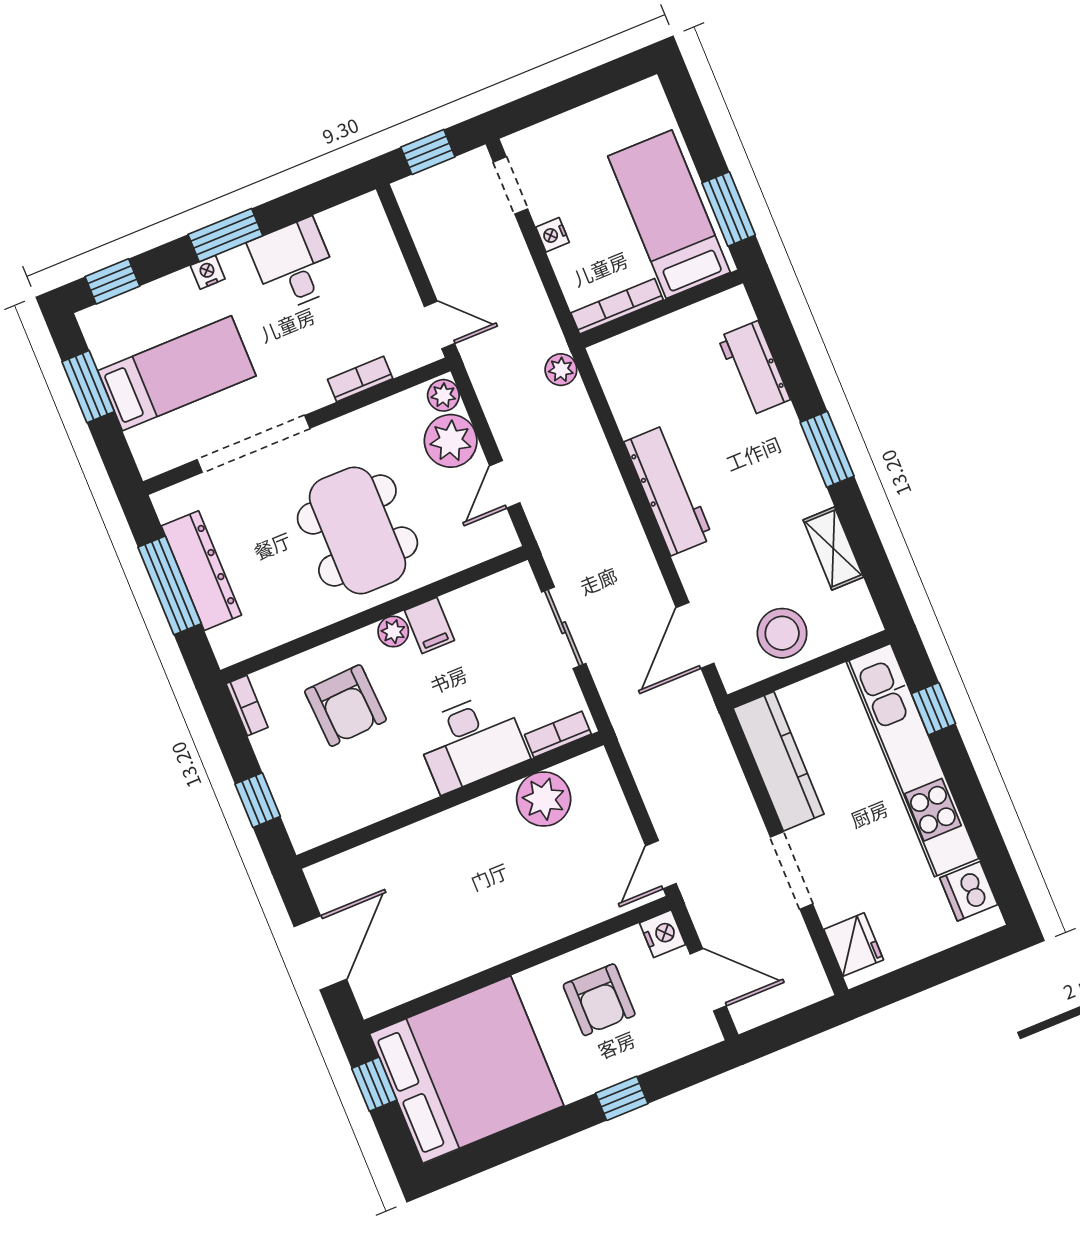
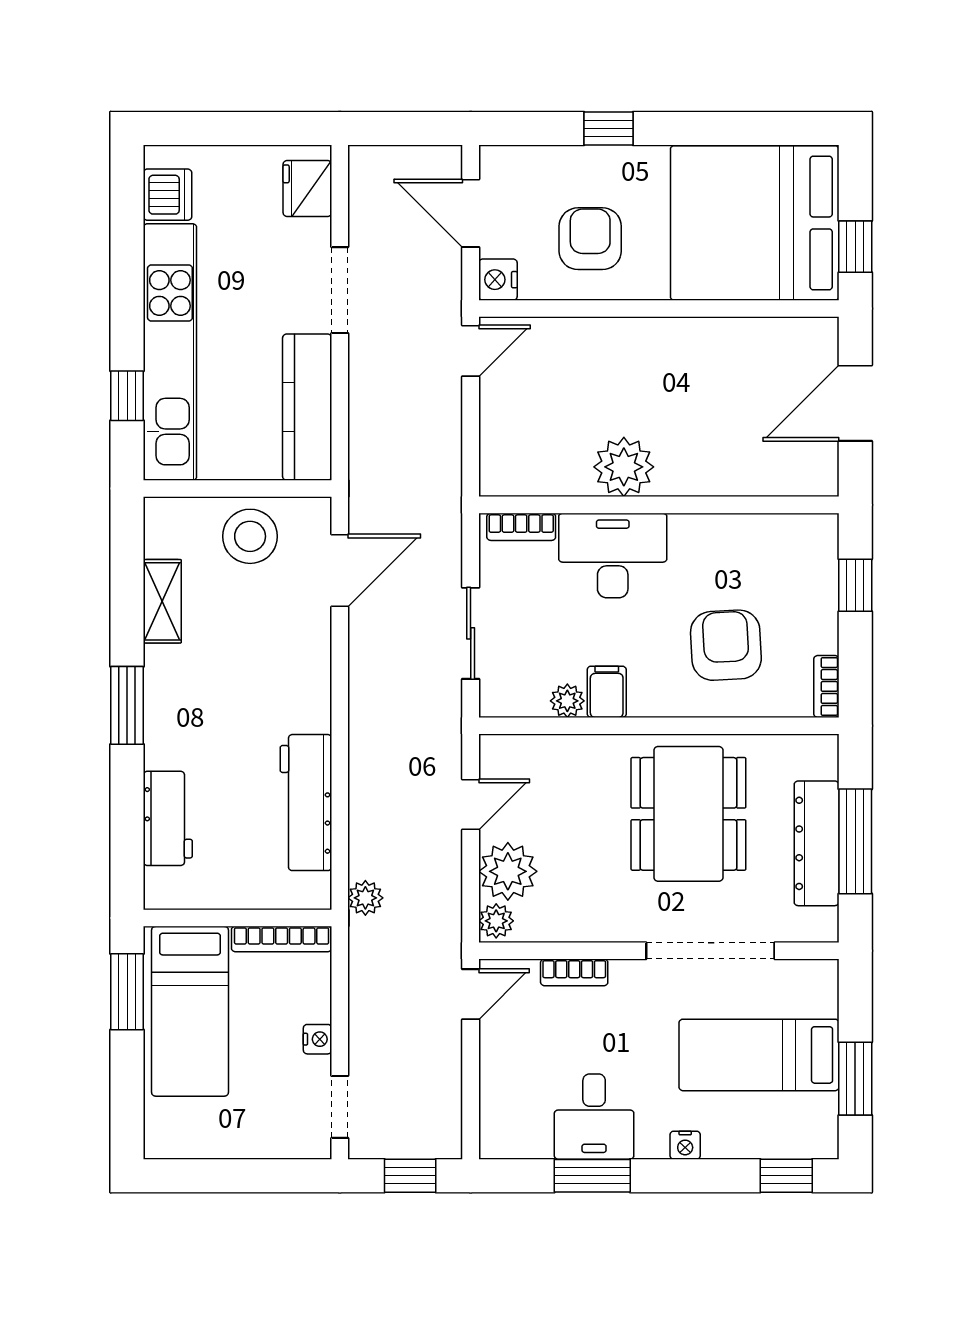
window: (225, 235) -> (592, 1176), moved
door: (440, 325) -> (471, 994), swing flipped
workbench: (669, 490) -> (306, 803), moved
dining table: (357, 530) -> (688, 814), moved
plant: (393, 631) -> (567, 701), moved
plant: (544, 799) -> (624, 467), moved

